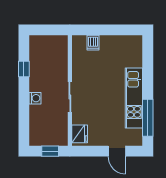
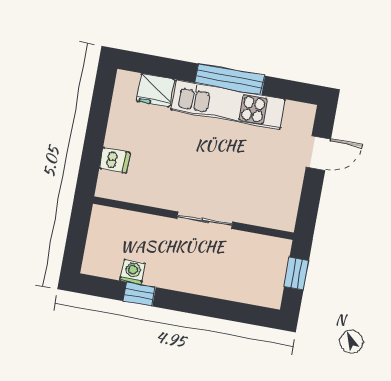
washing machine: (35, 98) -> (133, 272), moved
window: (148, 118) -> (230, 79), moved
fridge: (80, 134) -> (155, 90), moved, turned 180

